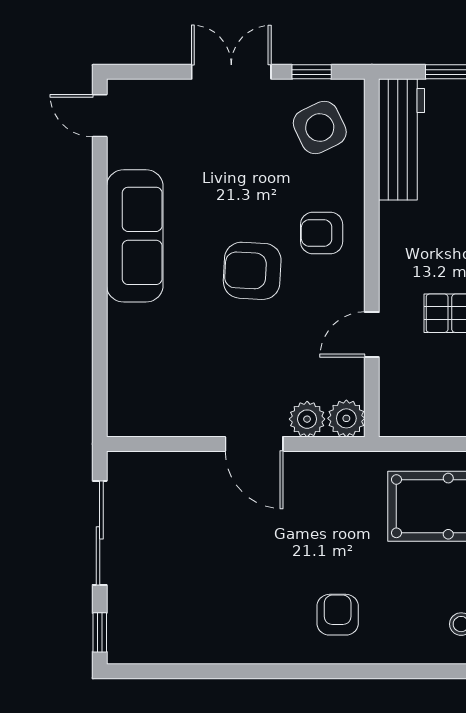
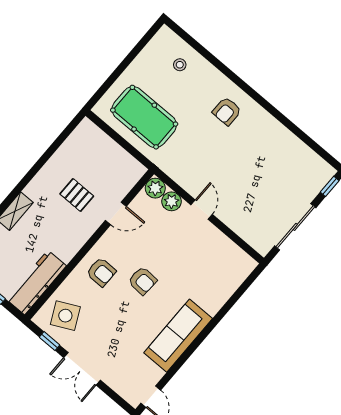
armchair: (252, 271) -> (142, 281), width x0.72, depth x0.72
door: (254, 444) -> (202, 210), width x0.73

